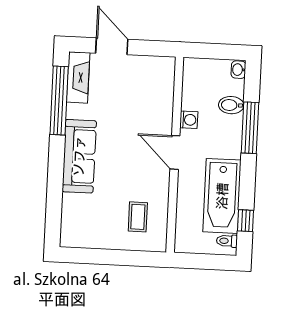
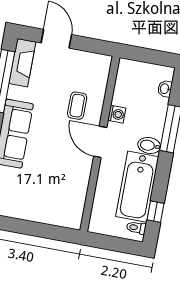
washbasin: (238, 70) -> (165, 89), moved
bidet: (231, 105) -> (149, 145), moved
coffee table: (138, 217) -> (77, 106), moved

